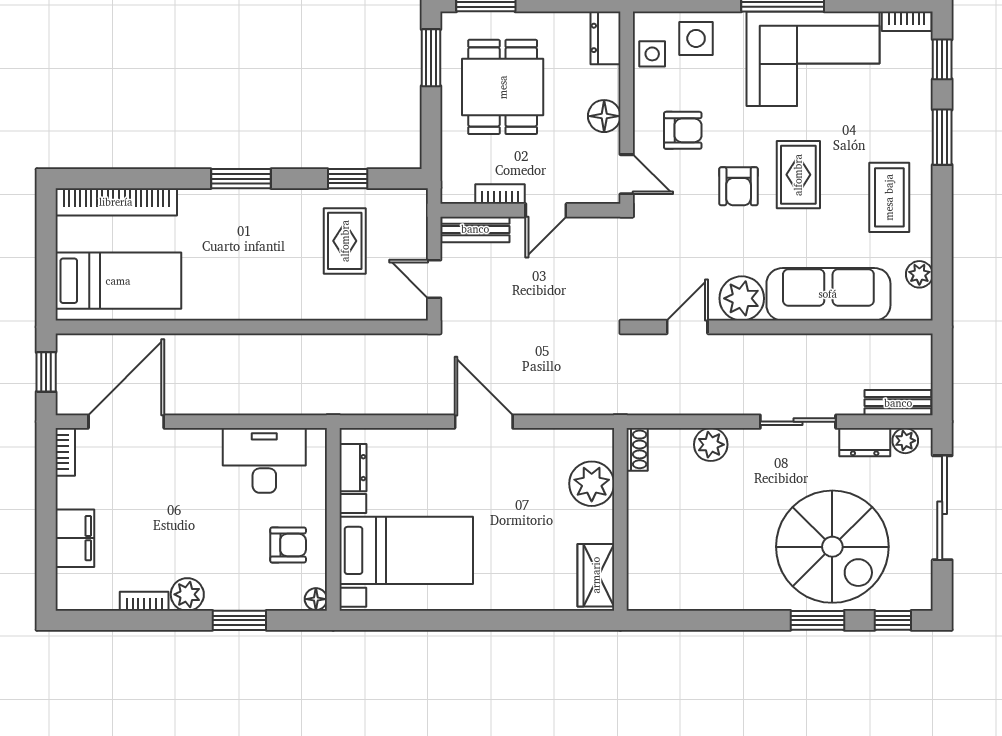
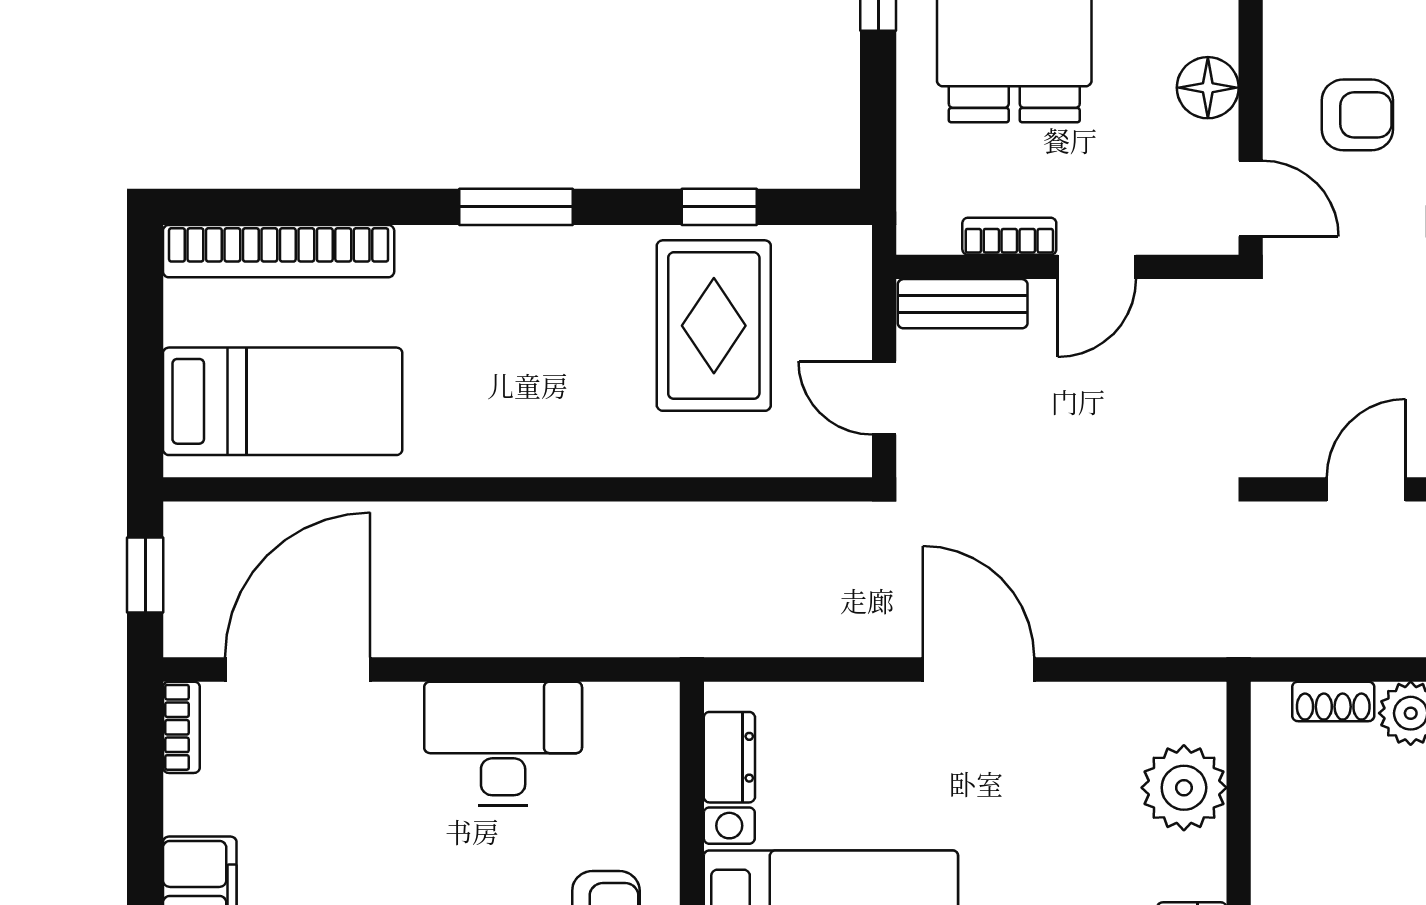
rug: (345, 241) -> (714, 326), width x1.36, depth x1.43
shoe rack: (637, 449) -> (1333, 701), moved, turned 90
desk: (264, 460) -> (503, 743), moved

